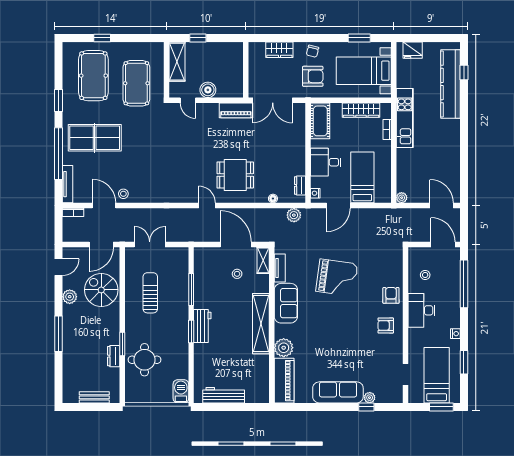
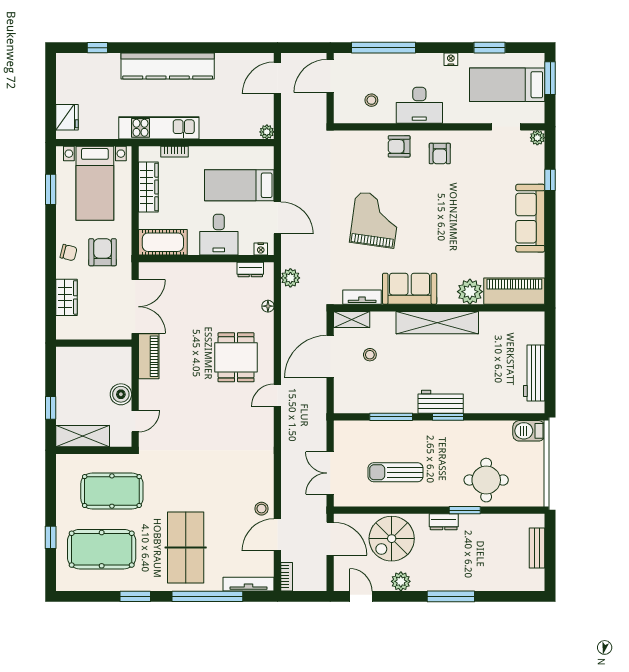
kitchen counter: (450, 84) -> (168, 66), moved
dresser: (114, 356) -> (444, 522), moved
plant: (370, 398) -> (537, 138), moved

